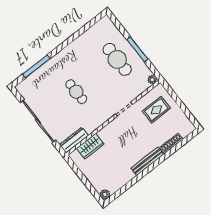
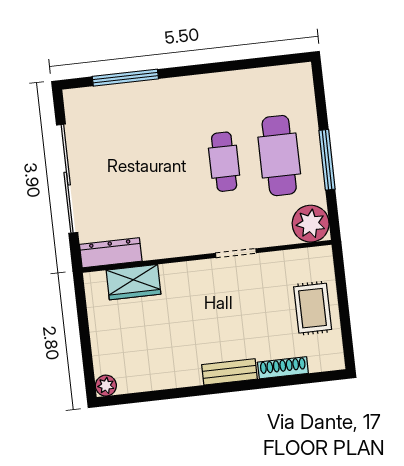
plant: (152, 80) -> (311, 224), width x1.88, depth x1.88
cafe table: (76, 92) -> (224, 162), moved
rug: (156, 110) -> (313, 308), moved, turned 90
bench: (147, 161) -> (230, 372), width x0.73

